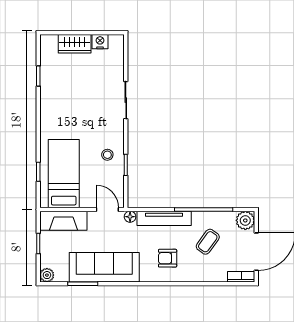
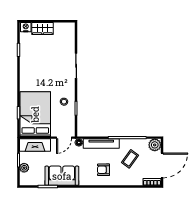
nightstand: (100, 42) -> (26, 27), moved
bed: (64, 174) -> (35, 114), width x1.50
door: (107, 209) -> (64, 138), swing flipped
sofa: (104, 267) -> (62, 176), width x0.73
plant: (47, 275) -> (24, 168), moved

